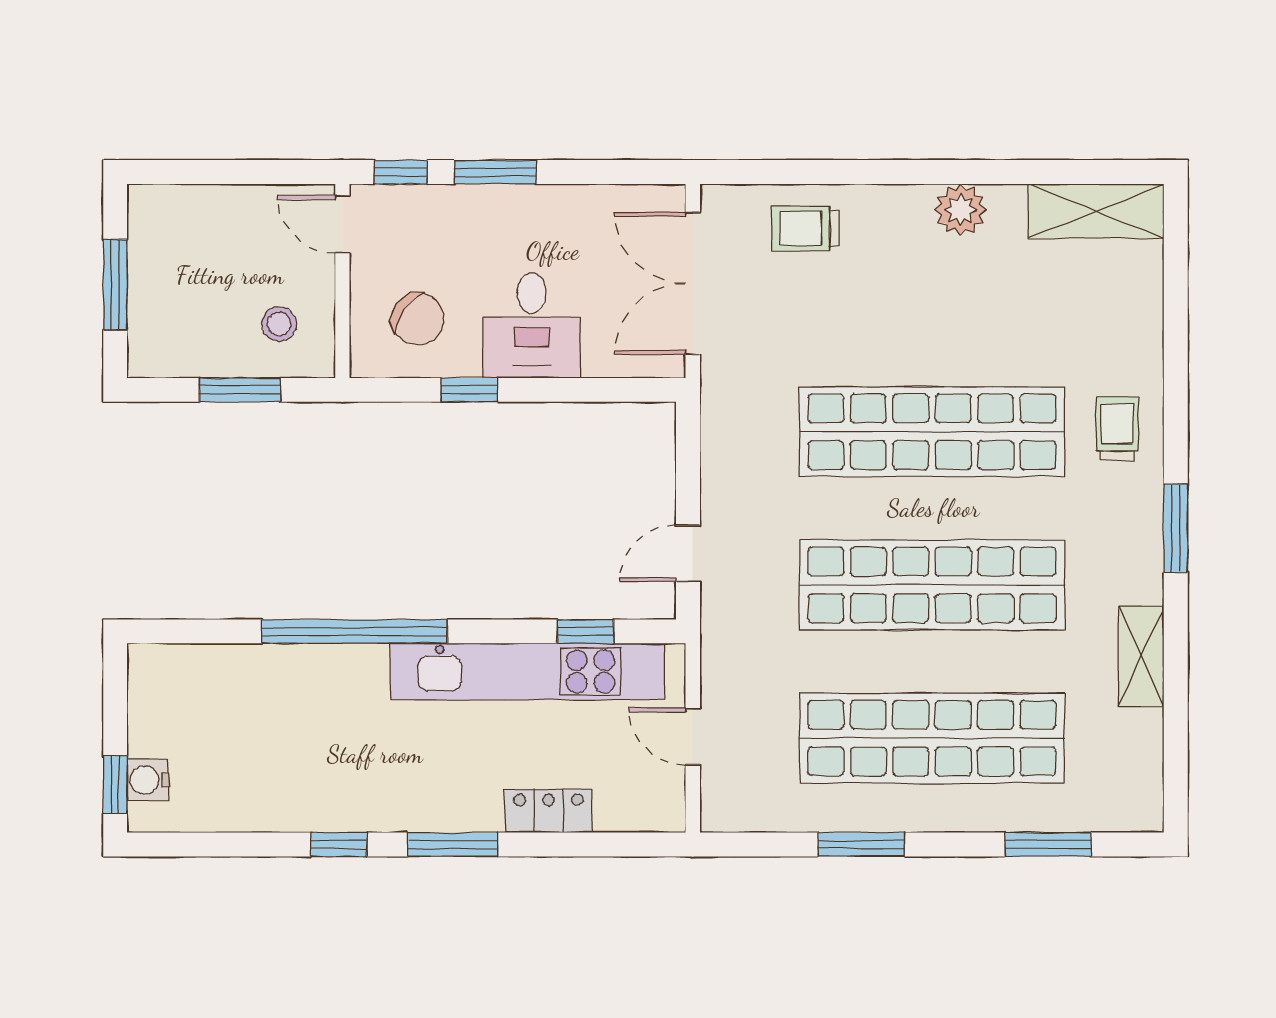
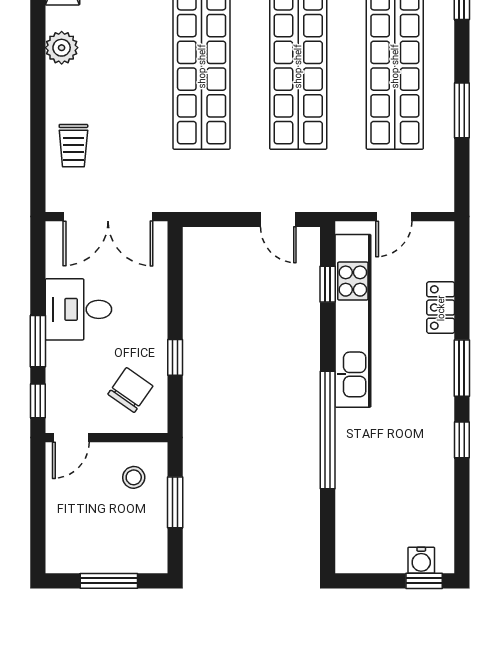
desk: (532, 326) -> (78, 309), moved, turned 180

